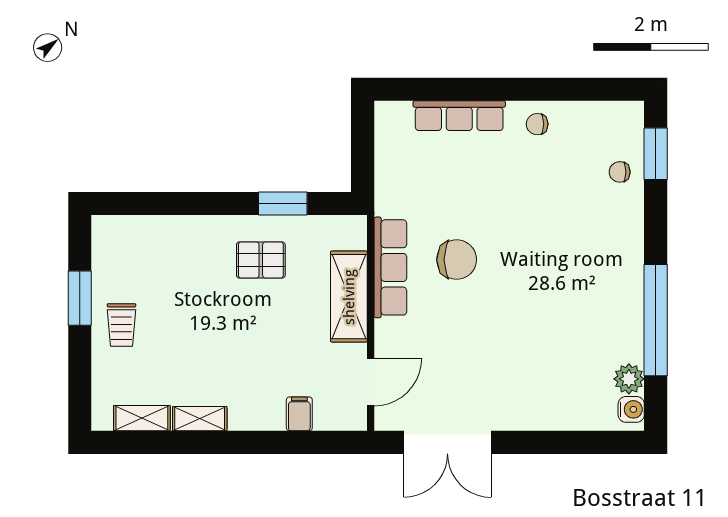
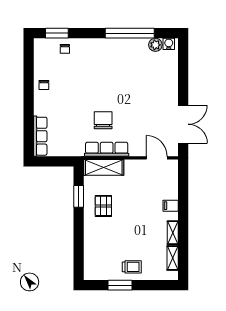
row of seats: (459, 116) -> (40, 136), moved
shelving: (349, 297) -> (104, 167), moved
filing cabinet: (299, 414) -> (171, 206), moved

